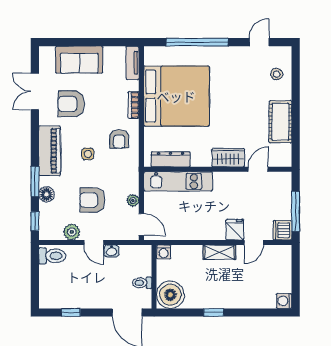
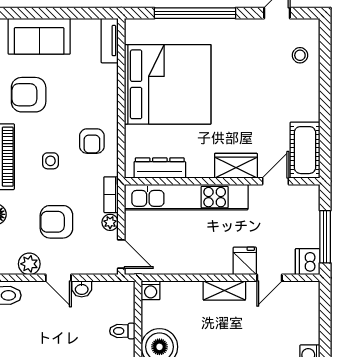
bookcase: (134, 105) -> (111, 195), moved
cot: (280, 122) -> (305, 150), moved
kitchen unit: (178, 181) -> (186, 197), width x1.36

